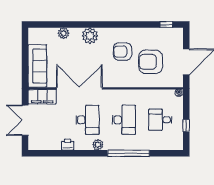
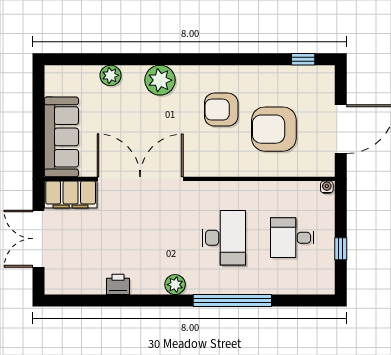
desk: (87, 120) -> (155, 238), removed

